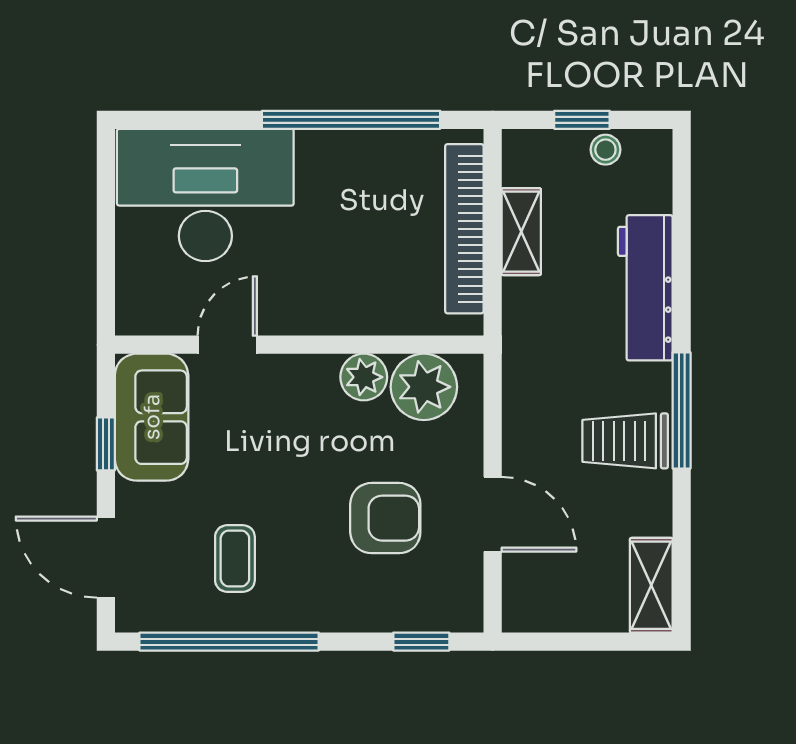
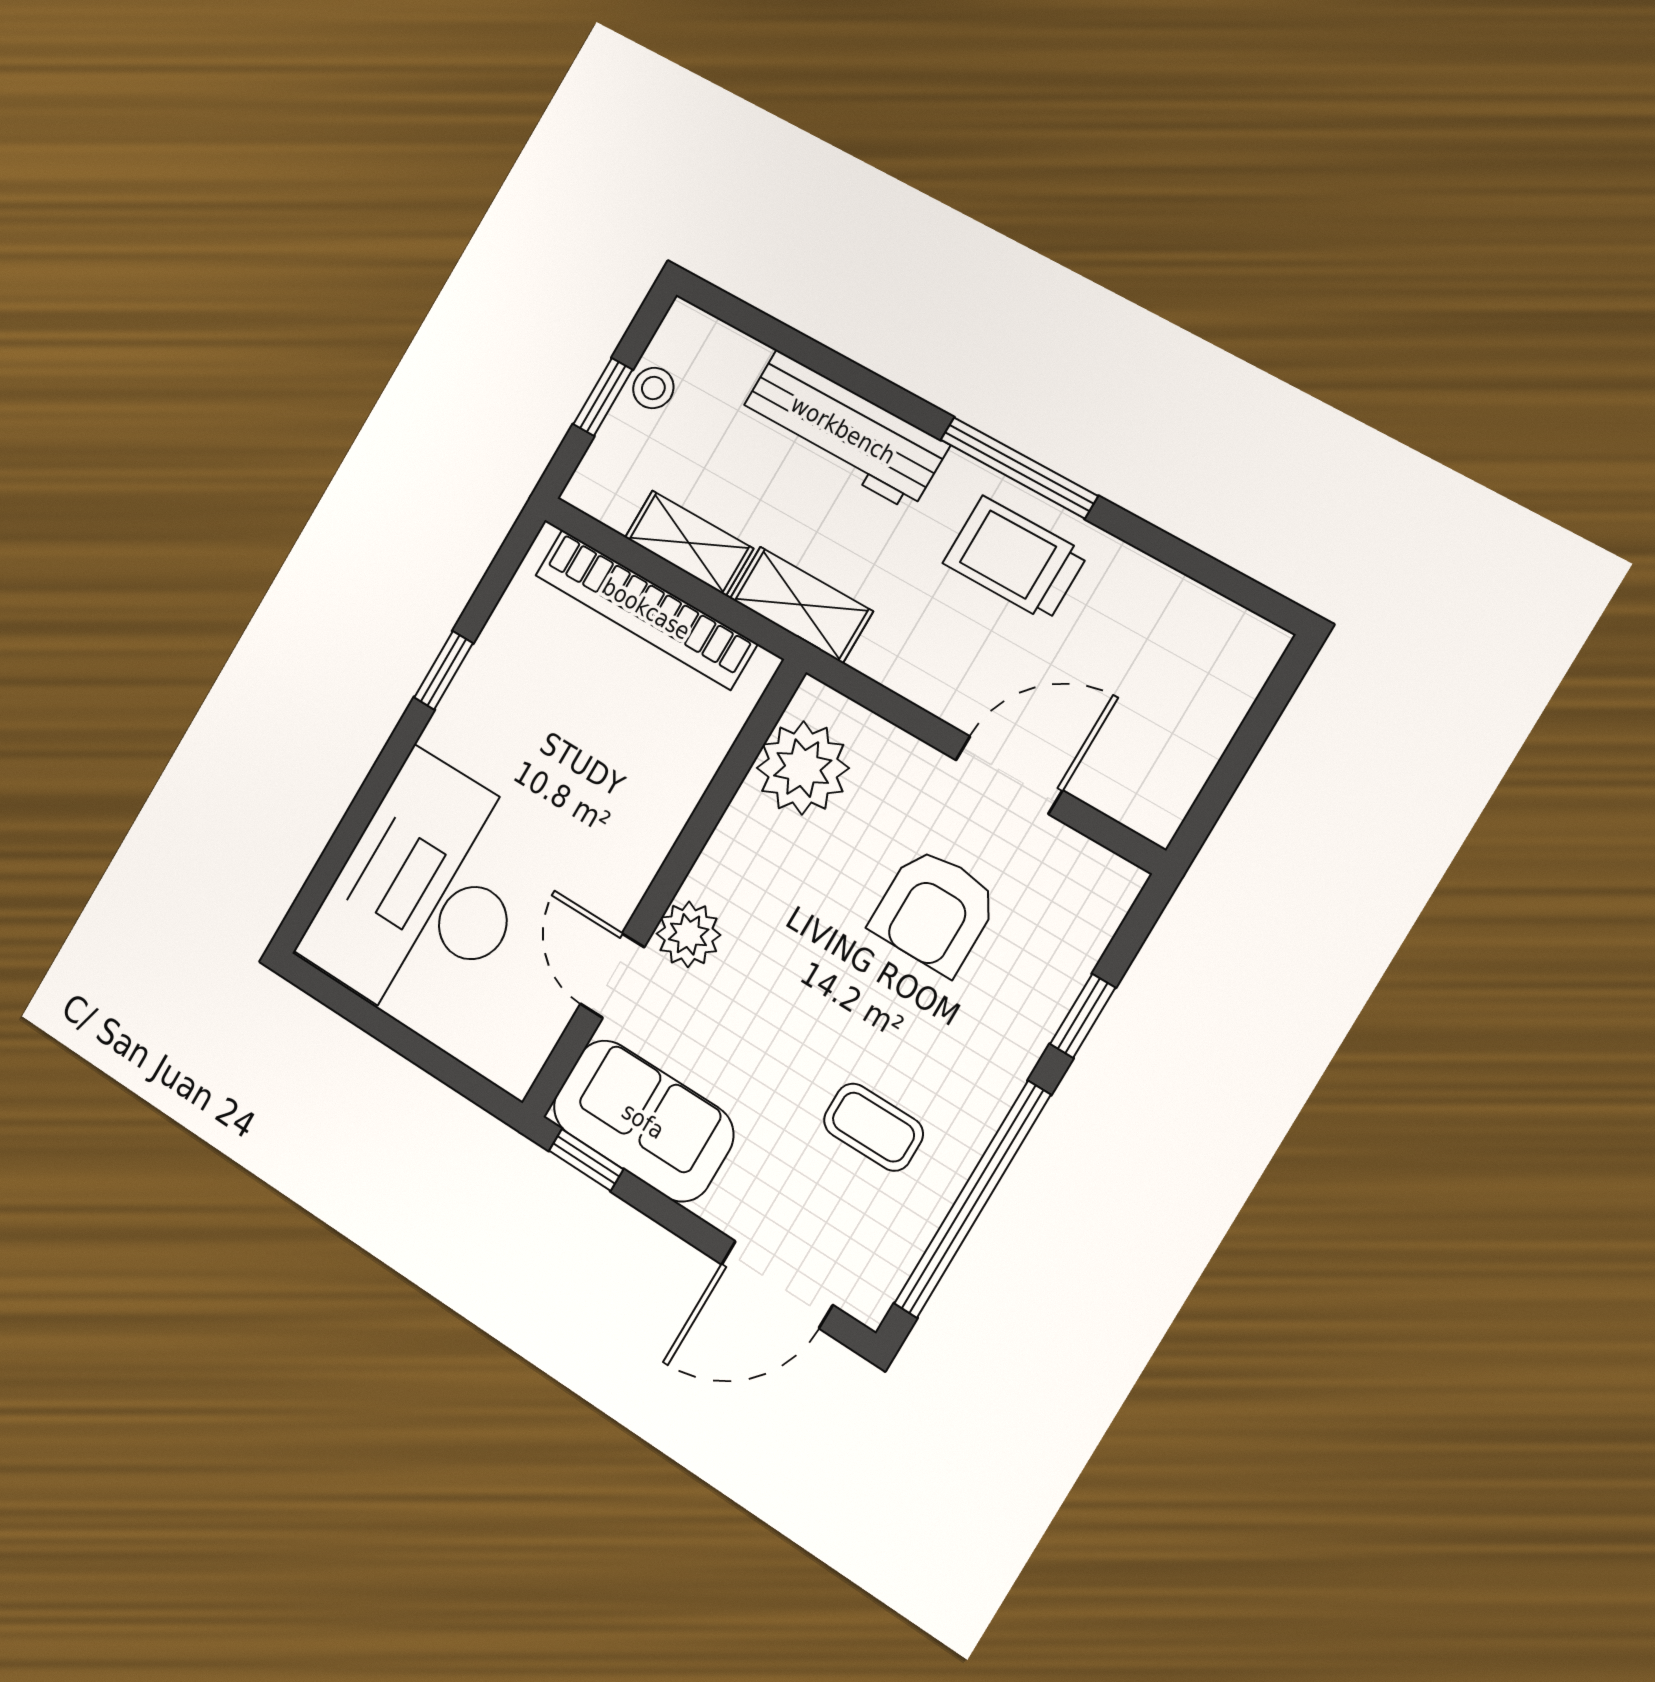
window: (351, 120) -> (444, 670), width x0.32
plant: (364, 377) -> (688, 934), moved
trolley: (625, 441) -> (1015, 559), turned 90
window: (106, 444) -> (586, 1160), moved
armchair: (385, 518) -> (934, 911), turned 180
shelving: (651, 585) -> (801, 605), moved
window: (421, 642) -> (1083, 1016), moved

